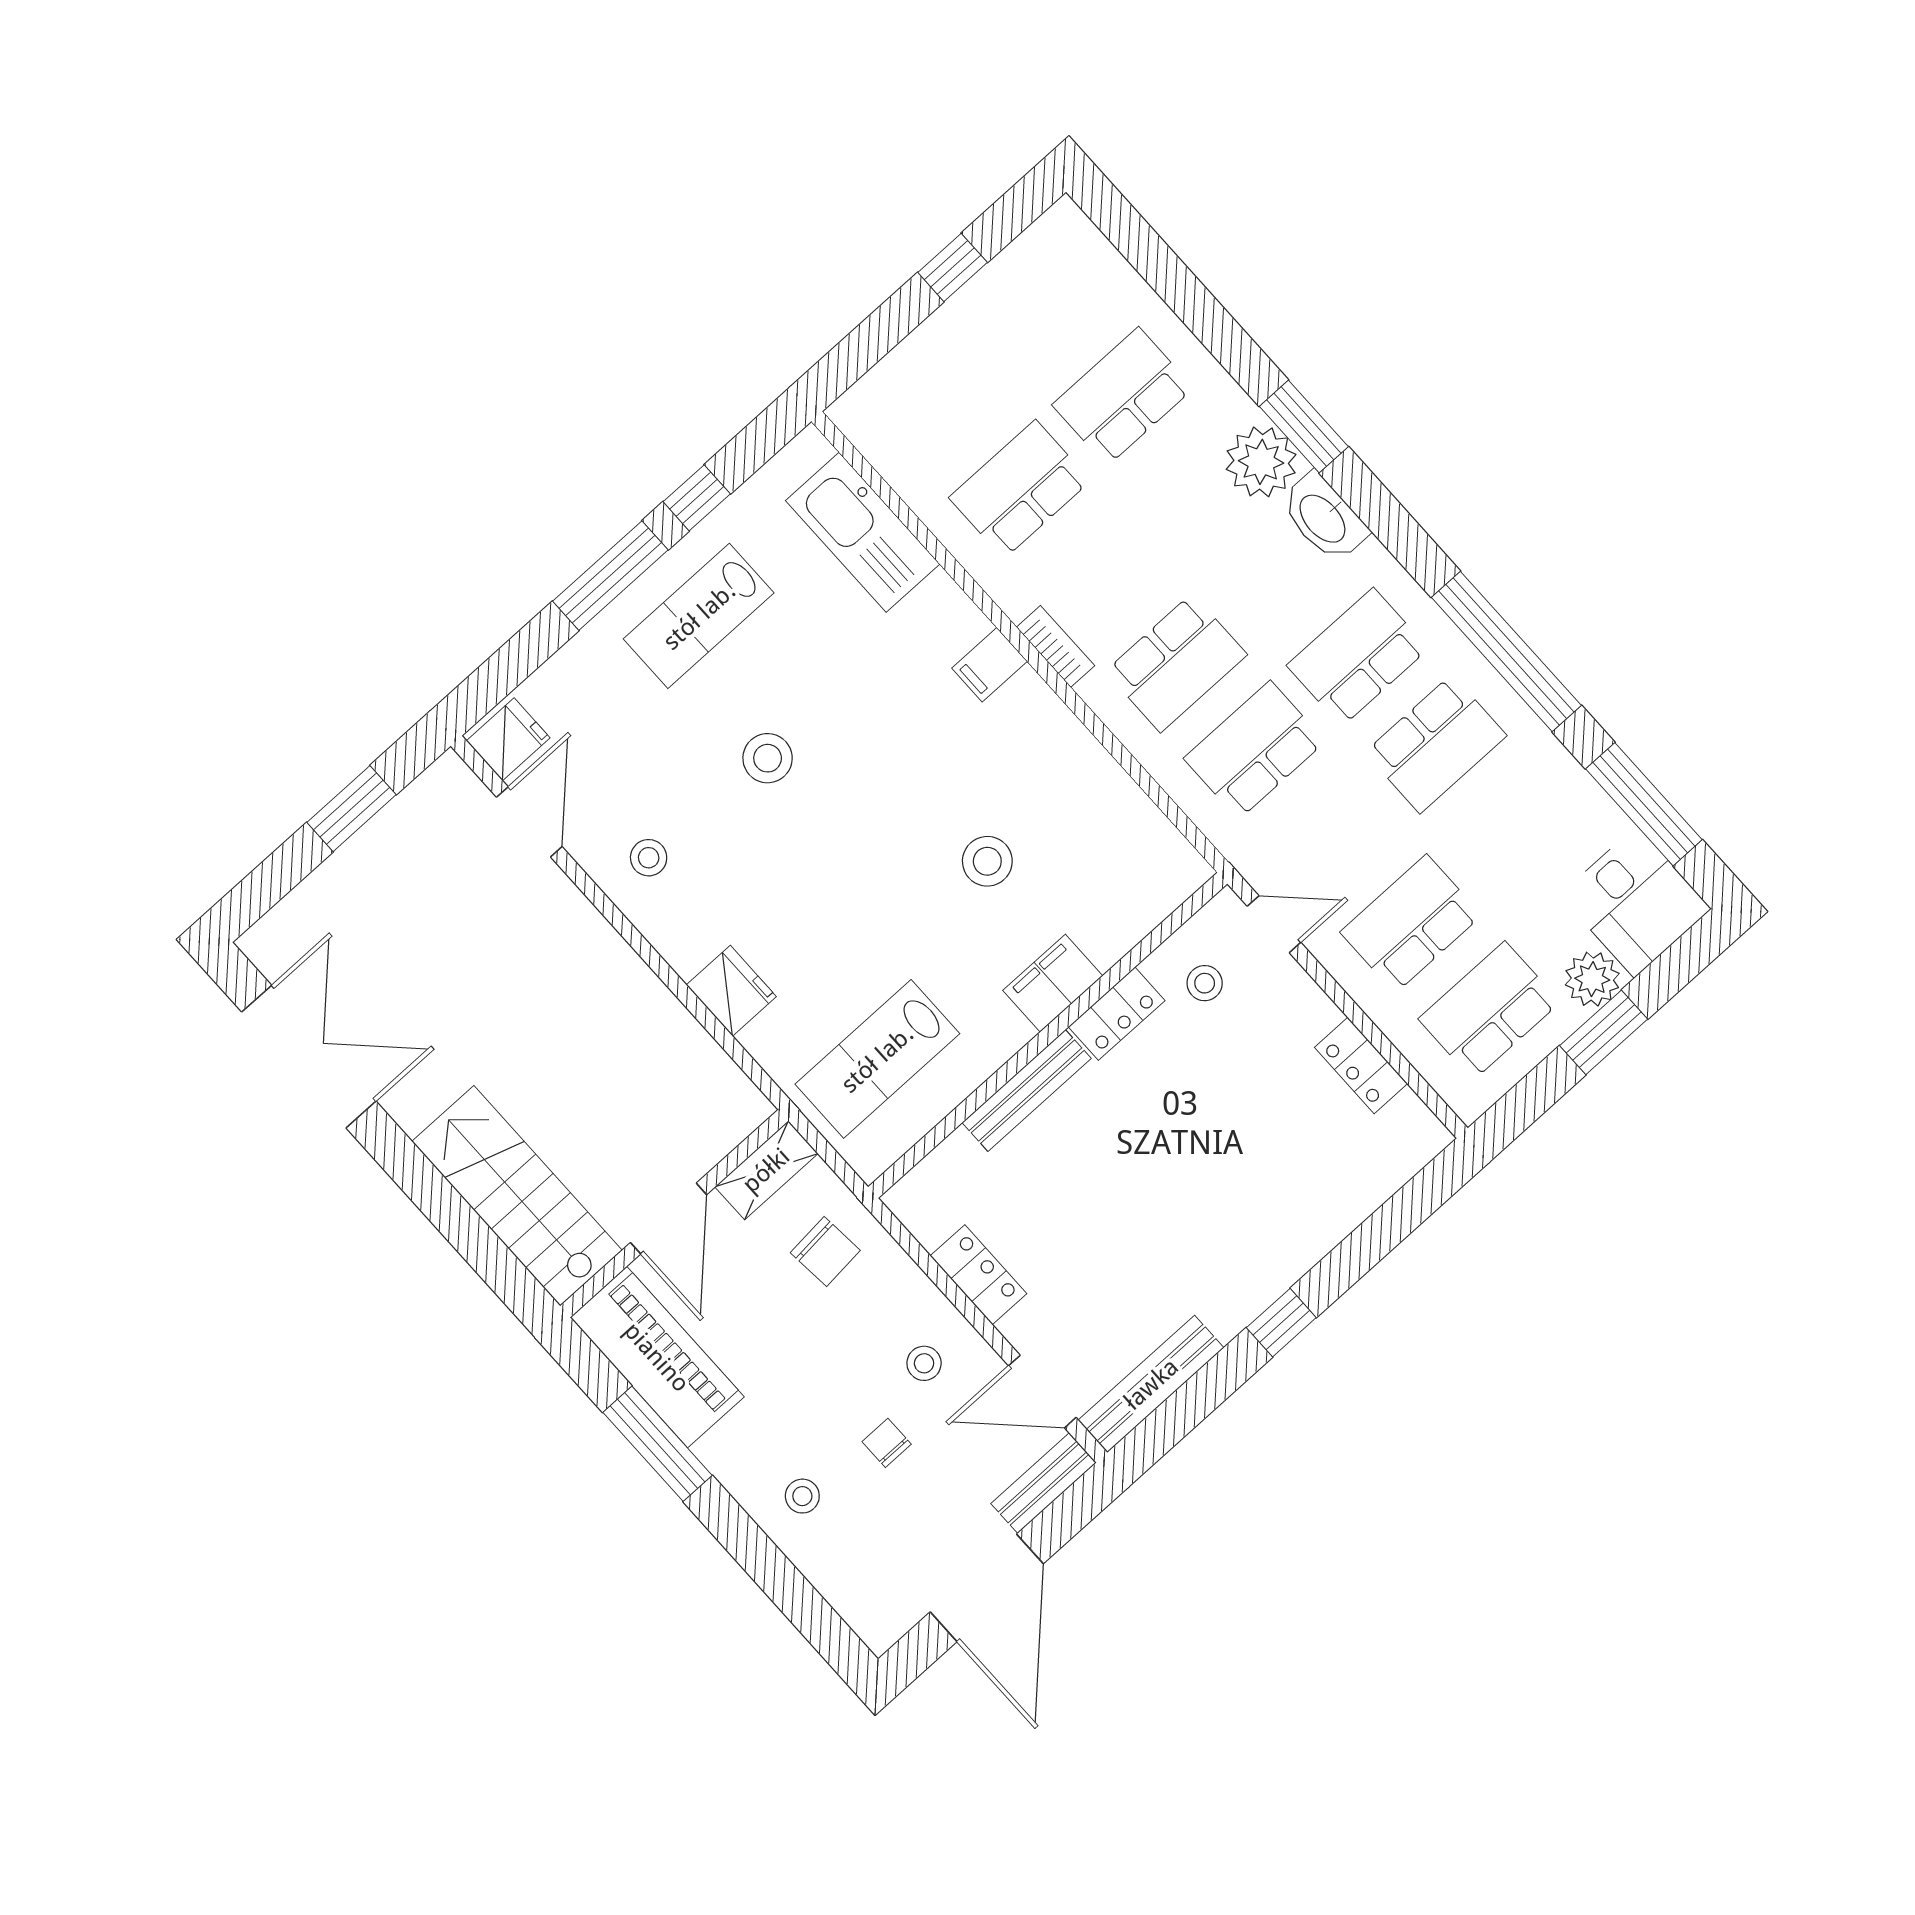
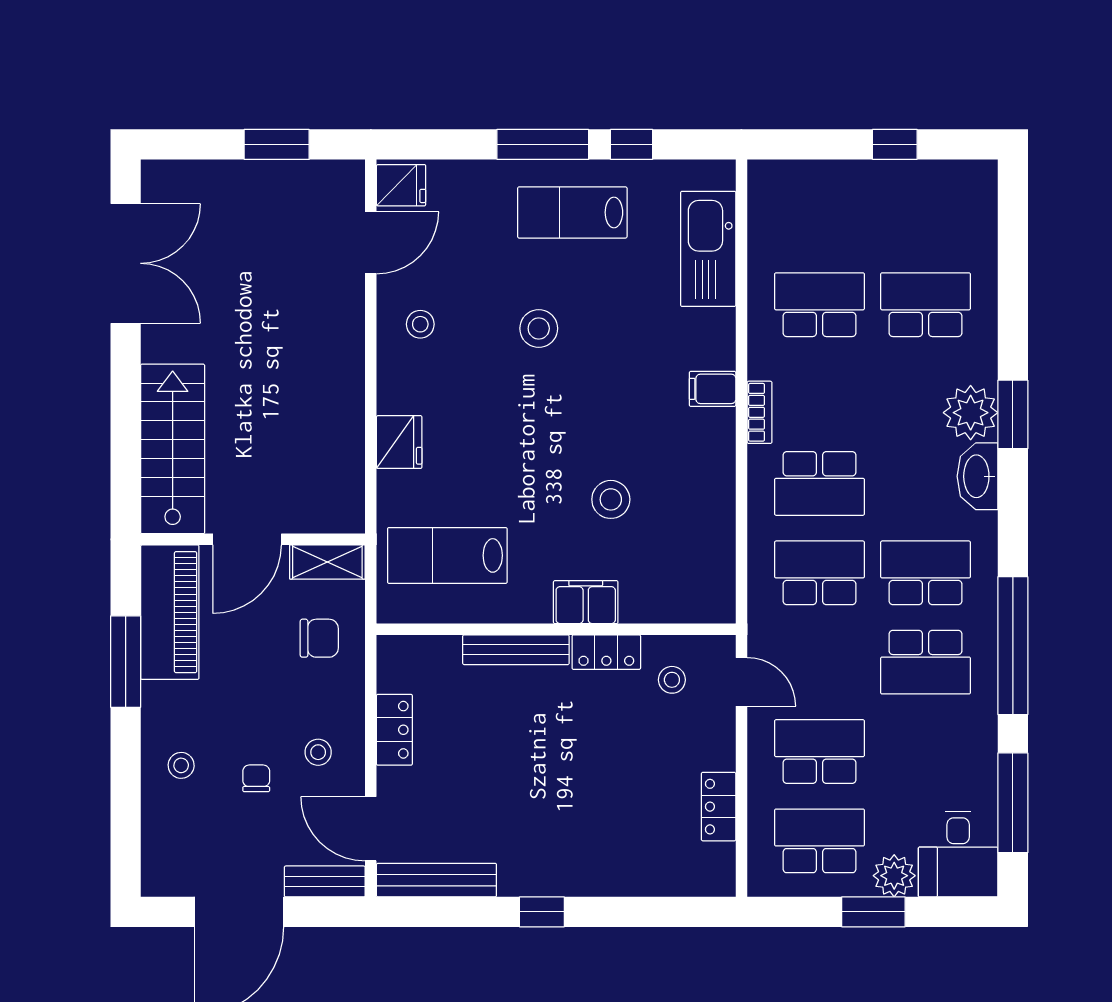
chair: (825, 1251) -> (319, 638), turned -85

